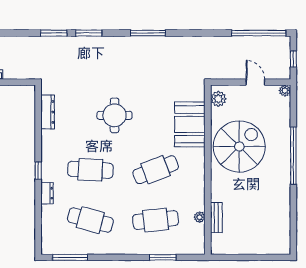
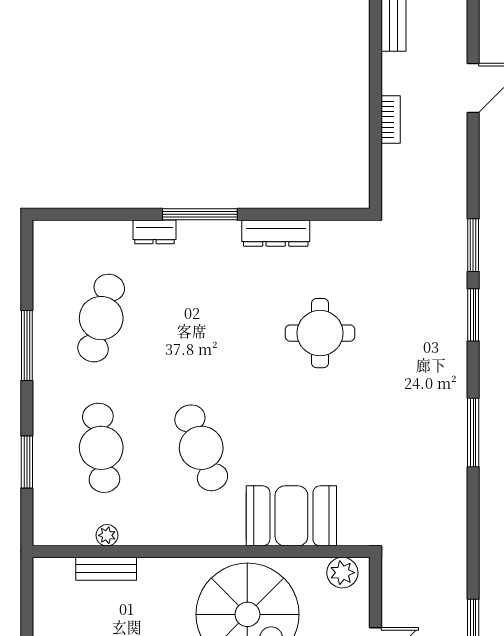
dresser: (48, 112) -> (276, 233), moved
round table: (115, 115) -> (320, 333), moved
window: (38, 170) -> (200, 214), width x2.17
cafe table: (90, 170) -> (201, 318), removed
window: (70, 257) -> (27, 346), moved

